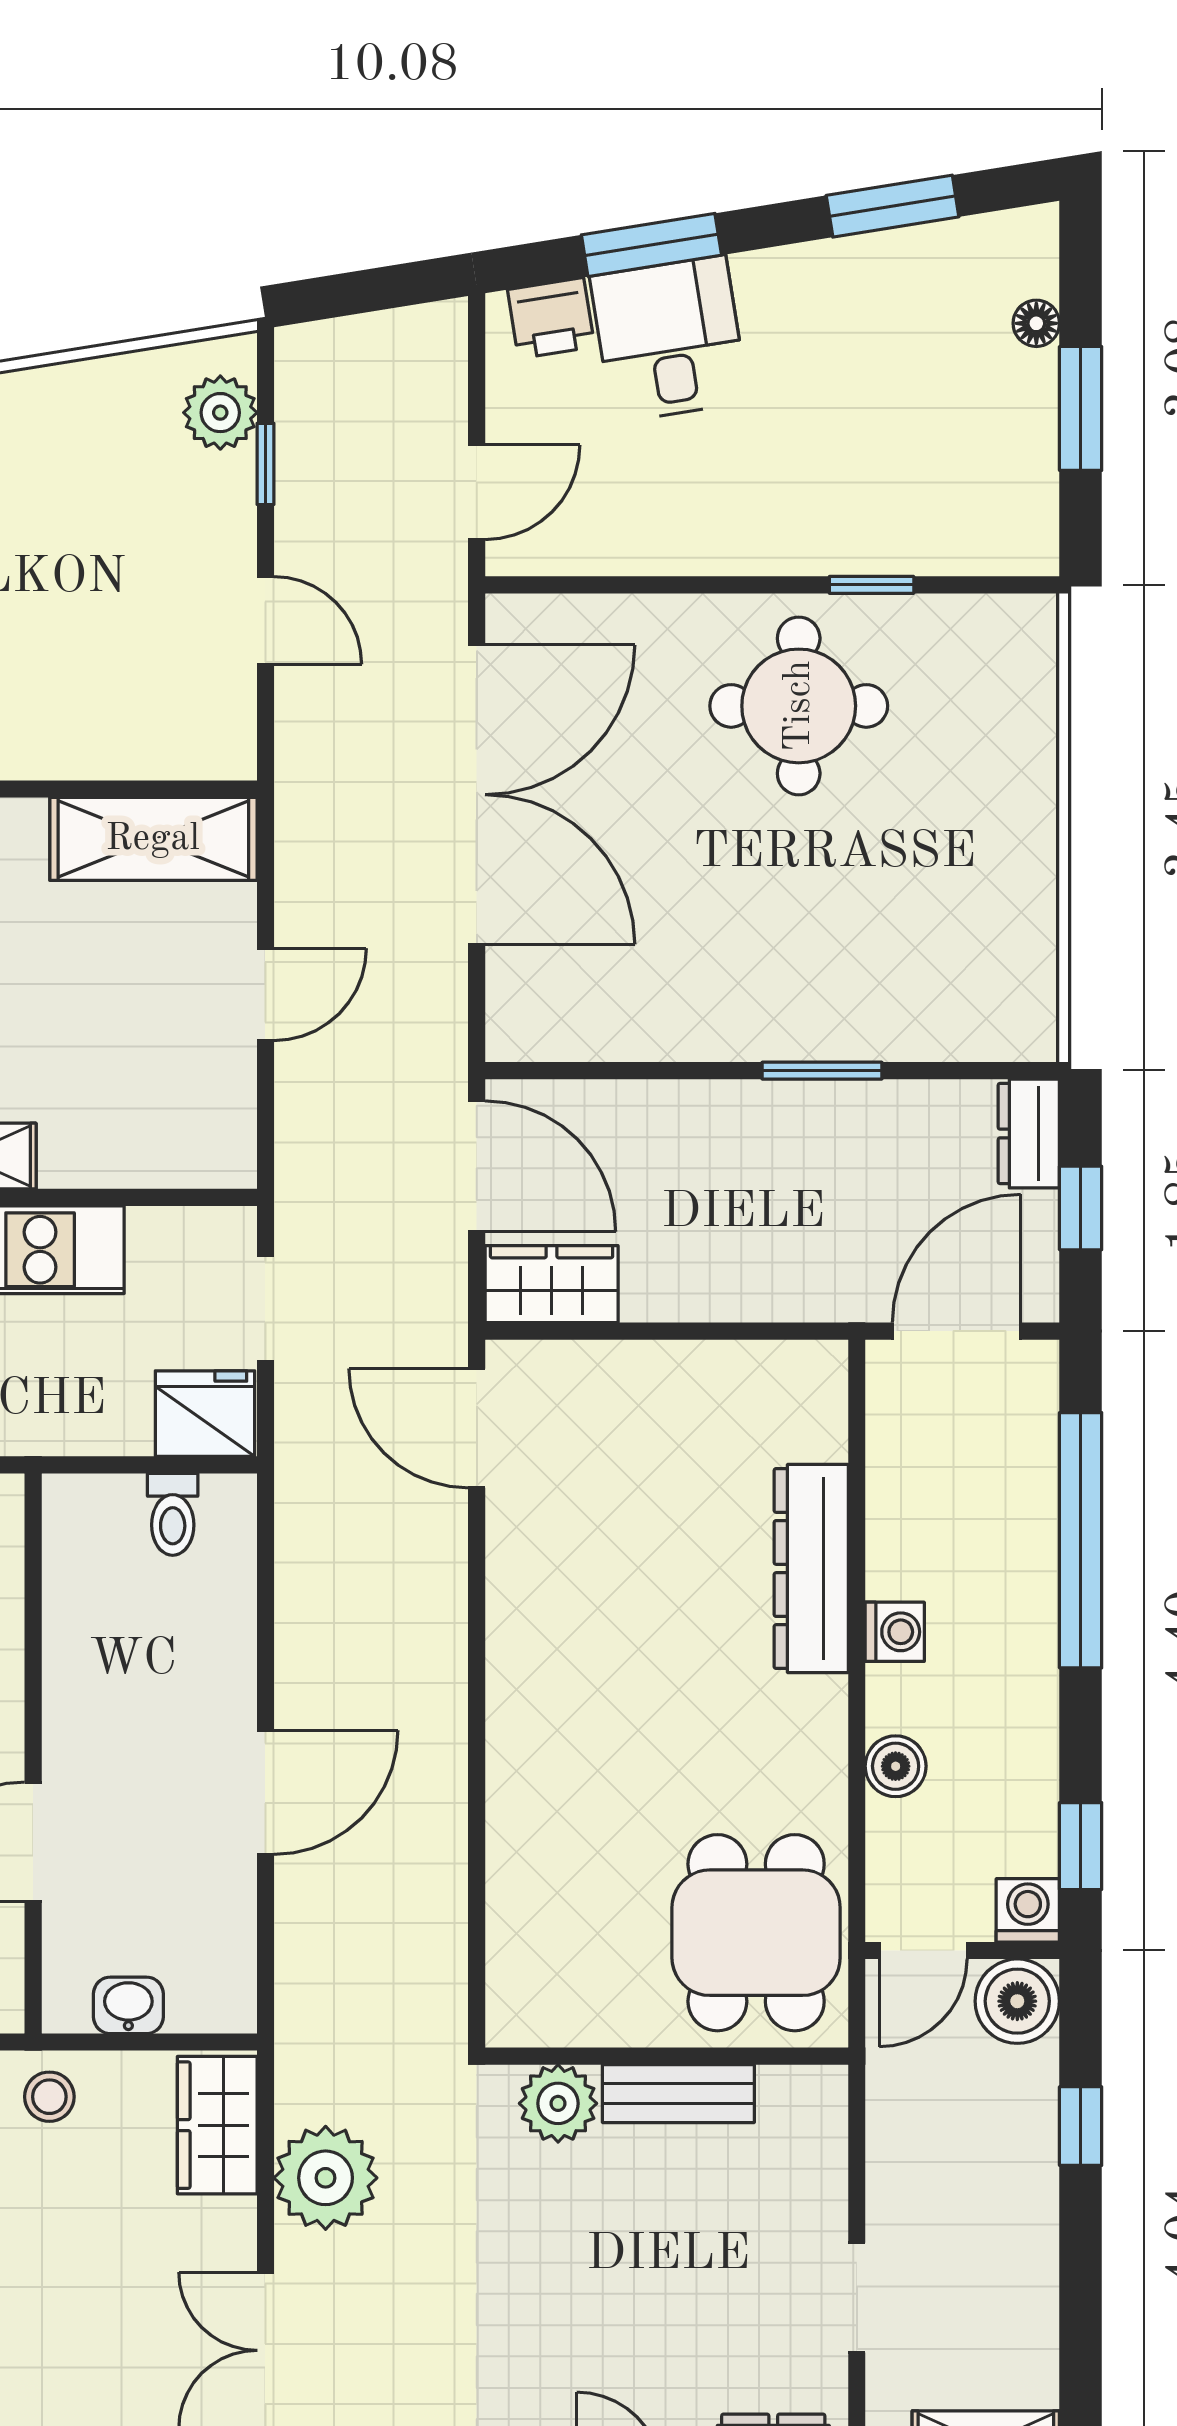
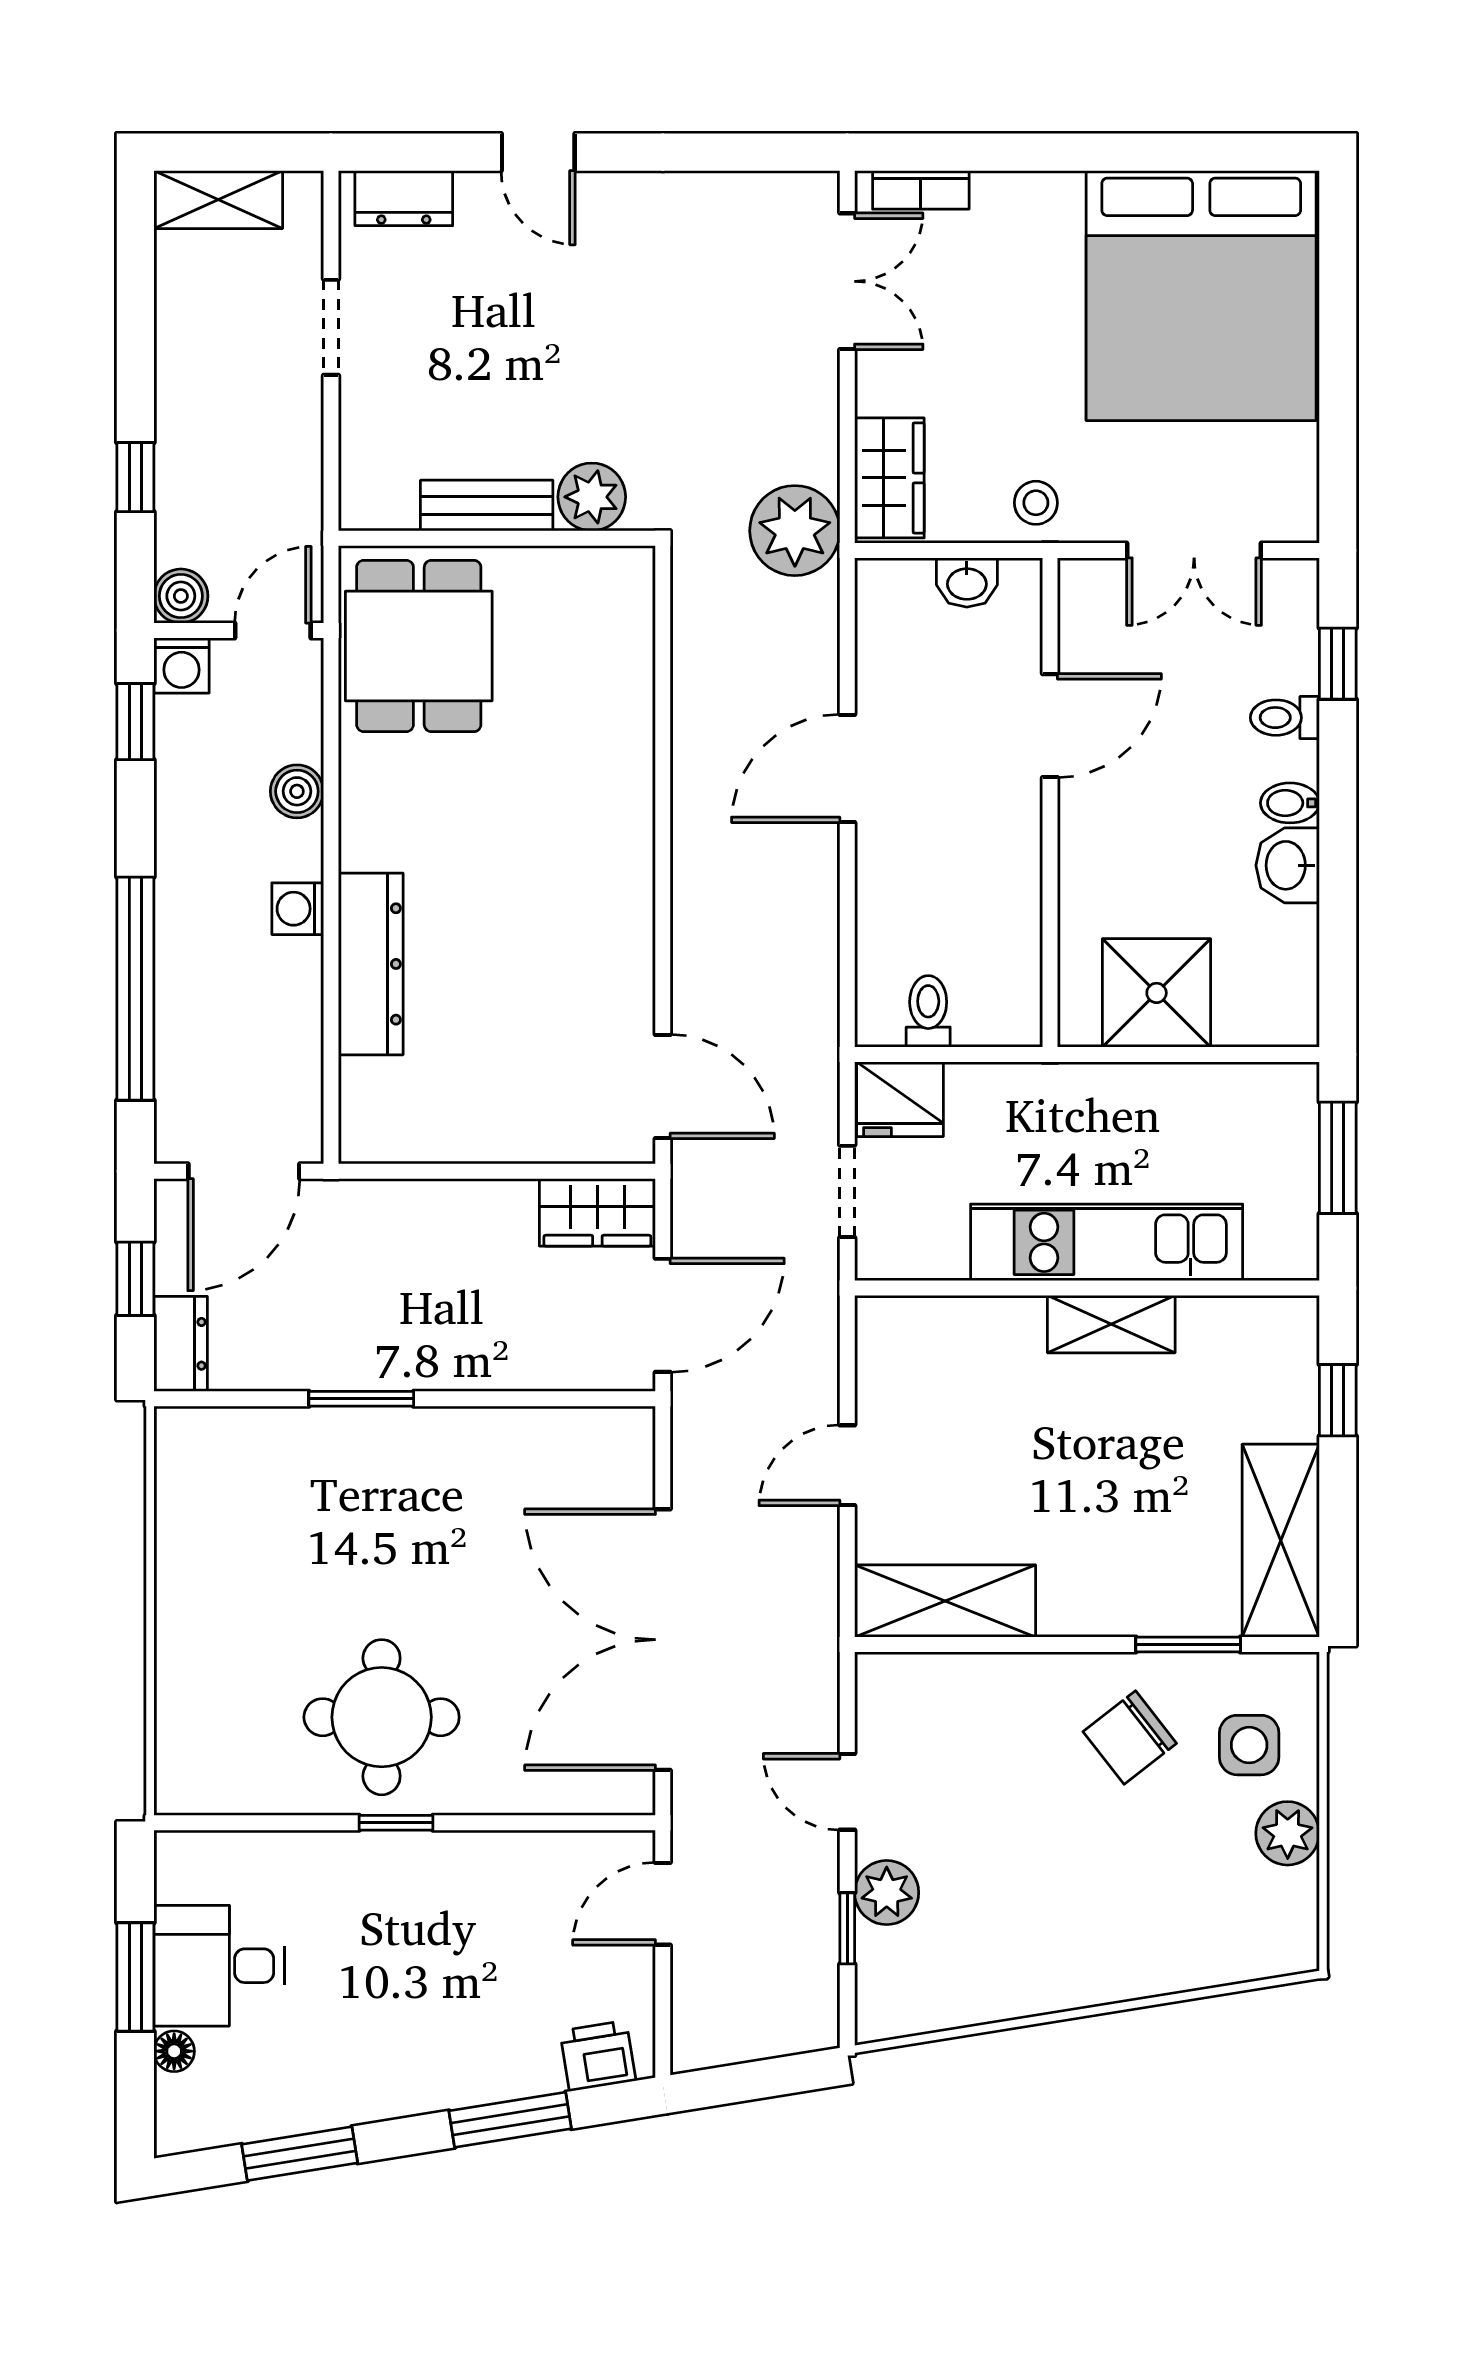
desk: (669, 339) -> (219, 1966), moved, turned 99
plant: (220, 413) -> (887, 1893), moved
window: (872, 585) -> (396, 1823), moved
door: (477, 1166) -> (663, 1315), swing flipped
boiler: (1017, 2001) -> (181, 596), width x0.73, depth x0.73
plant: (326, 2178) -> (795, 531), moved

